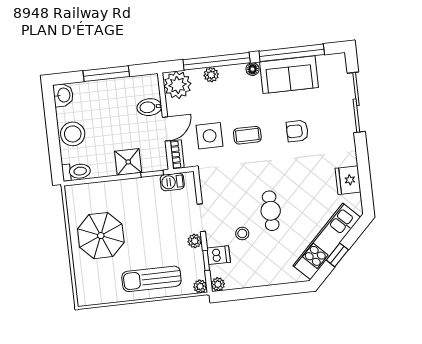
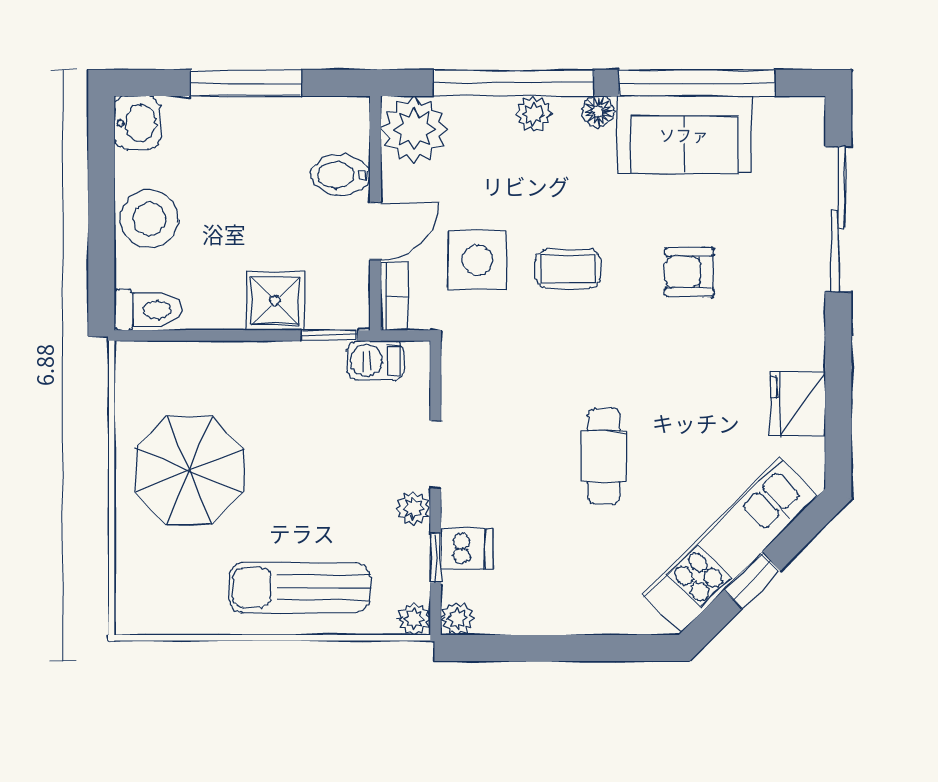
plant: (211, 75) -> (534, 114), moved
stool: (242, 234) -> (529, 503), removed

